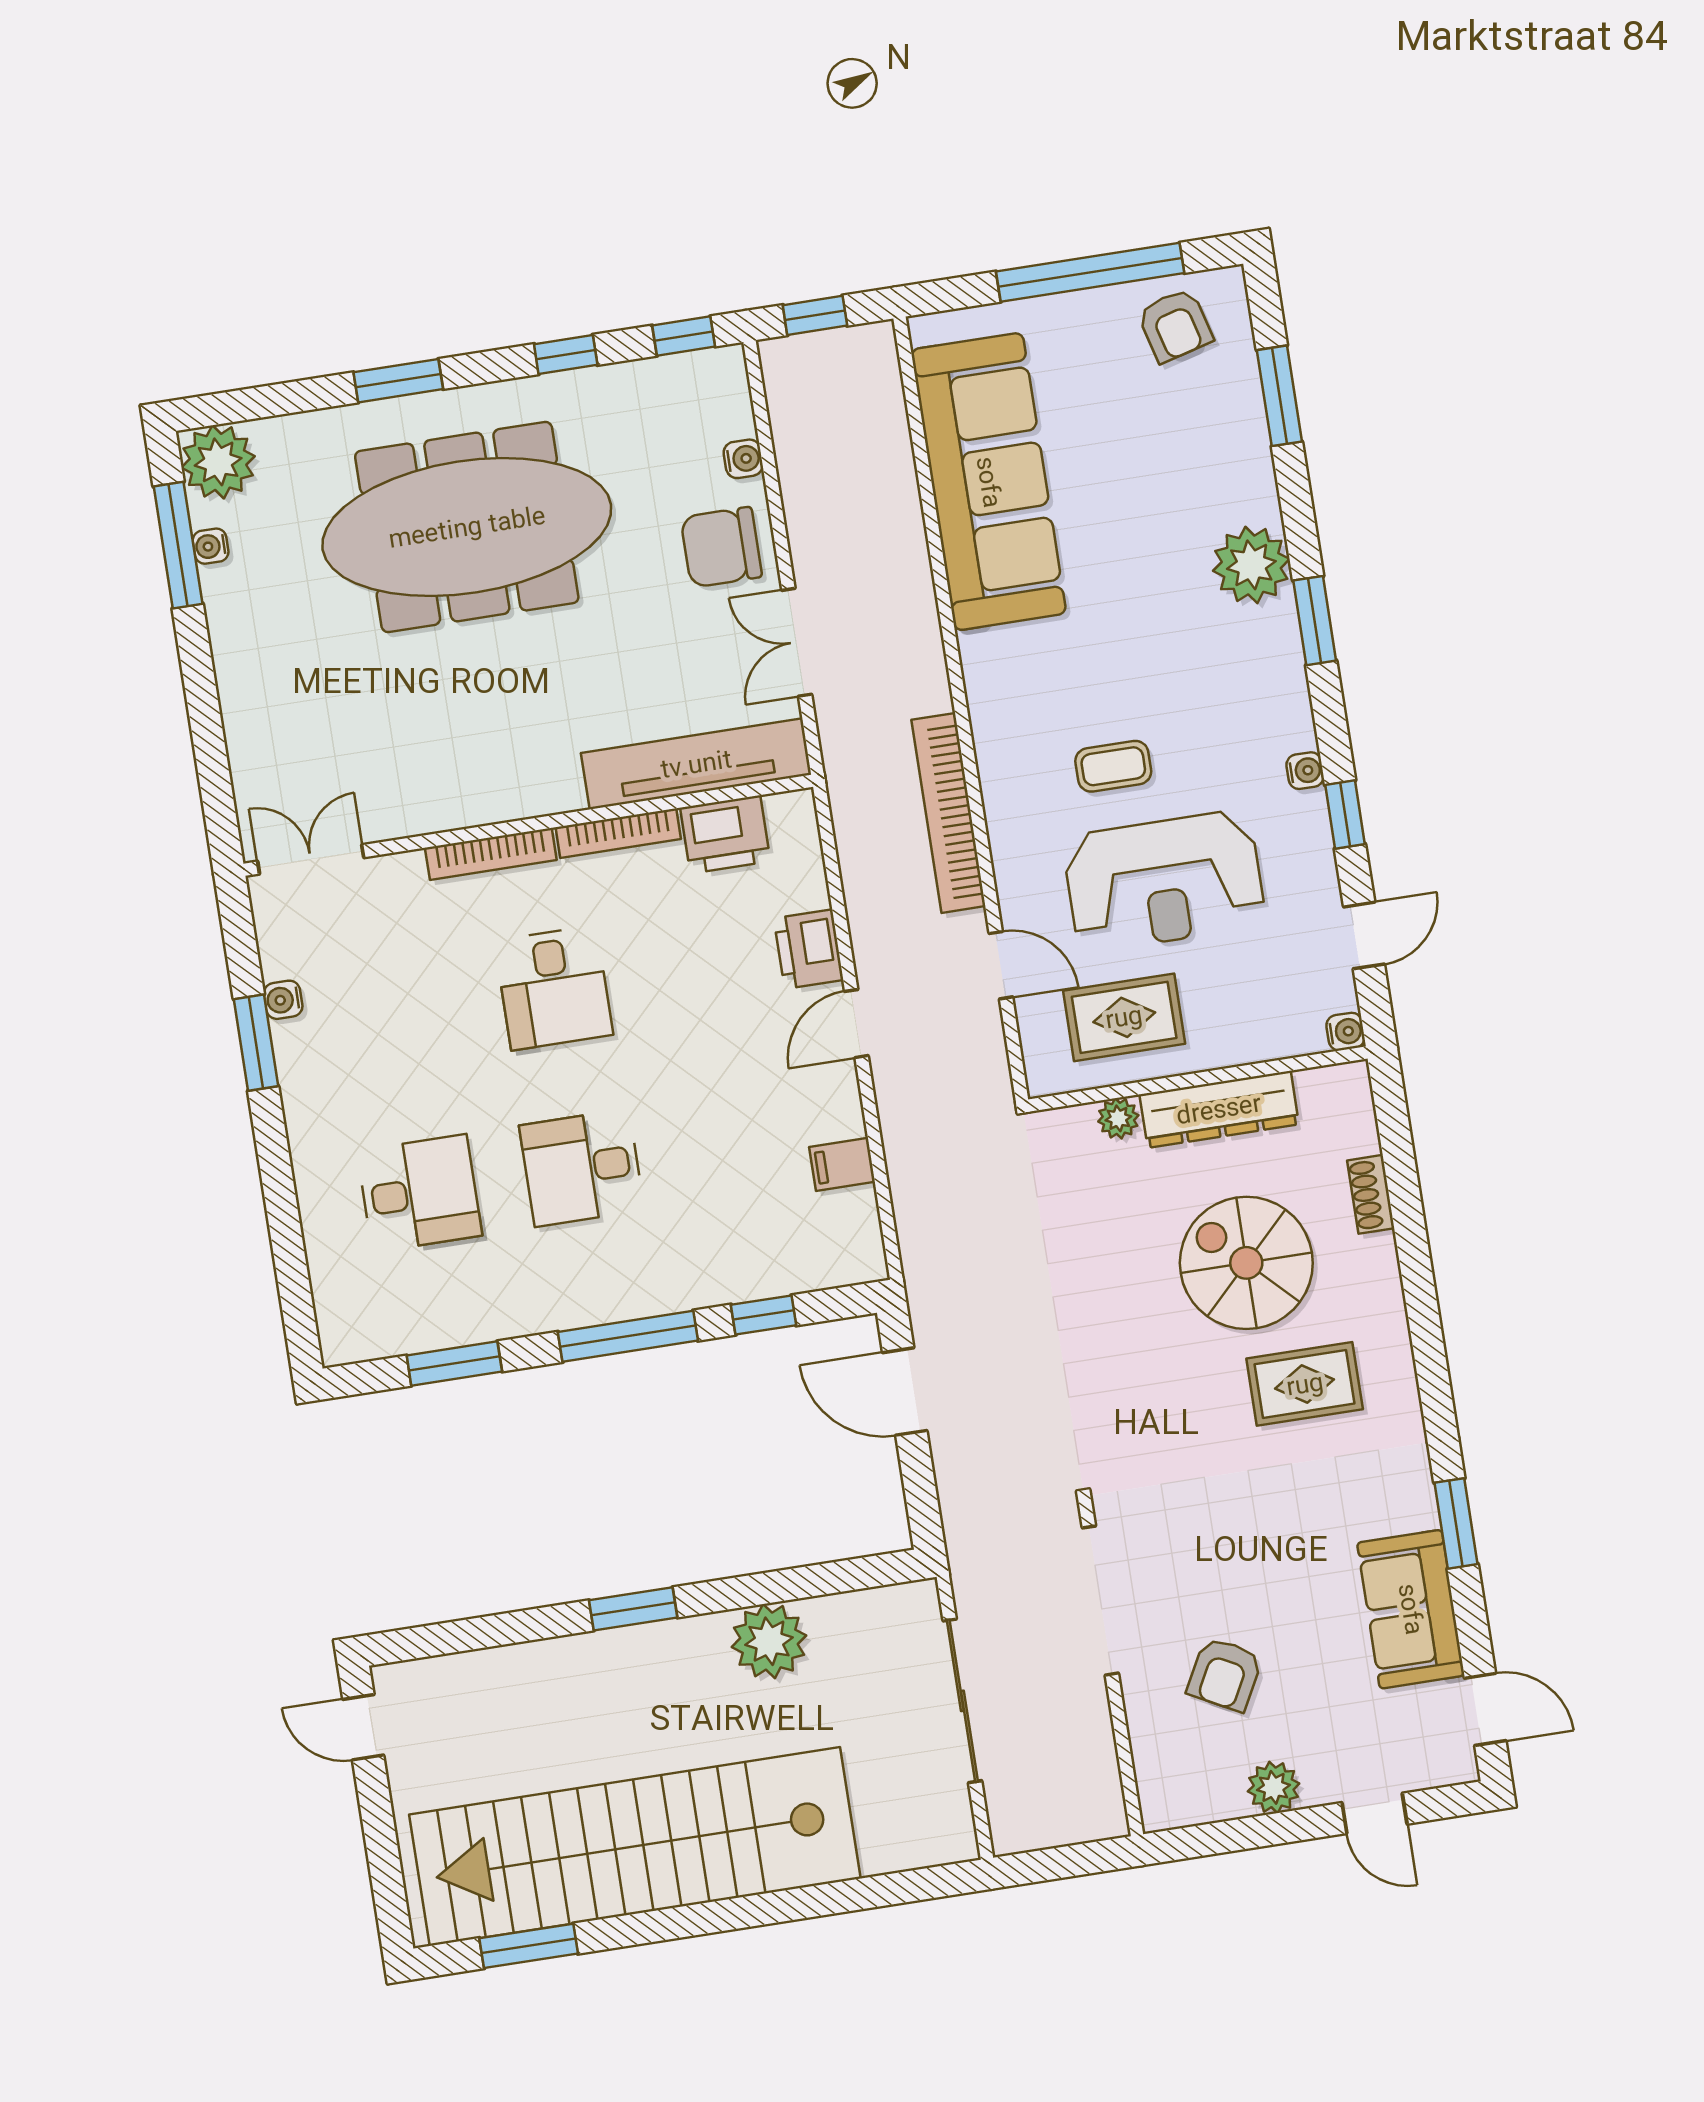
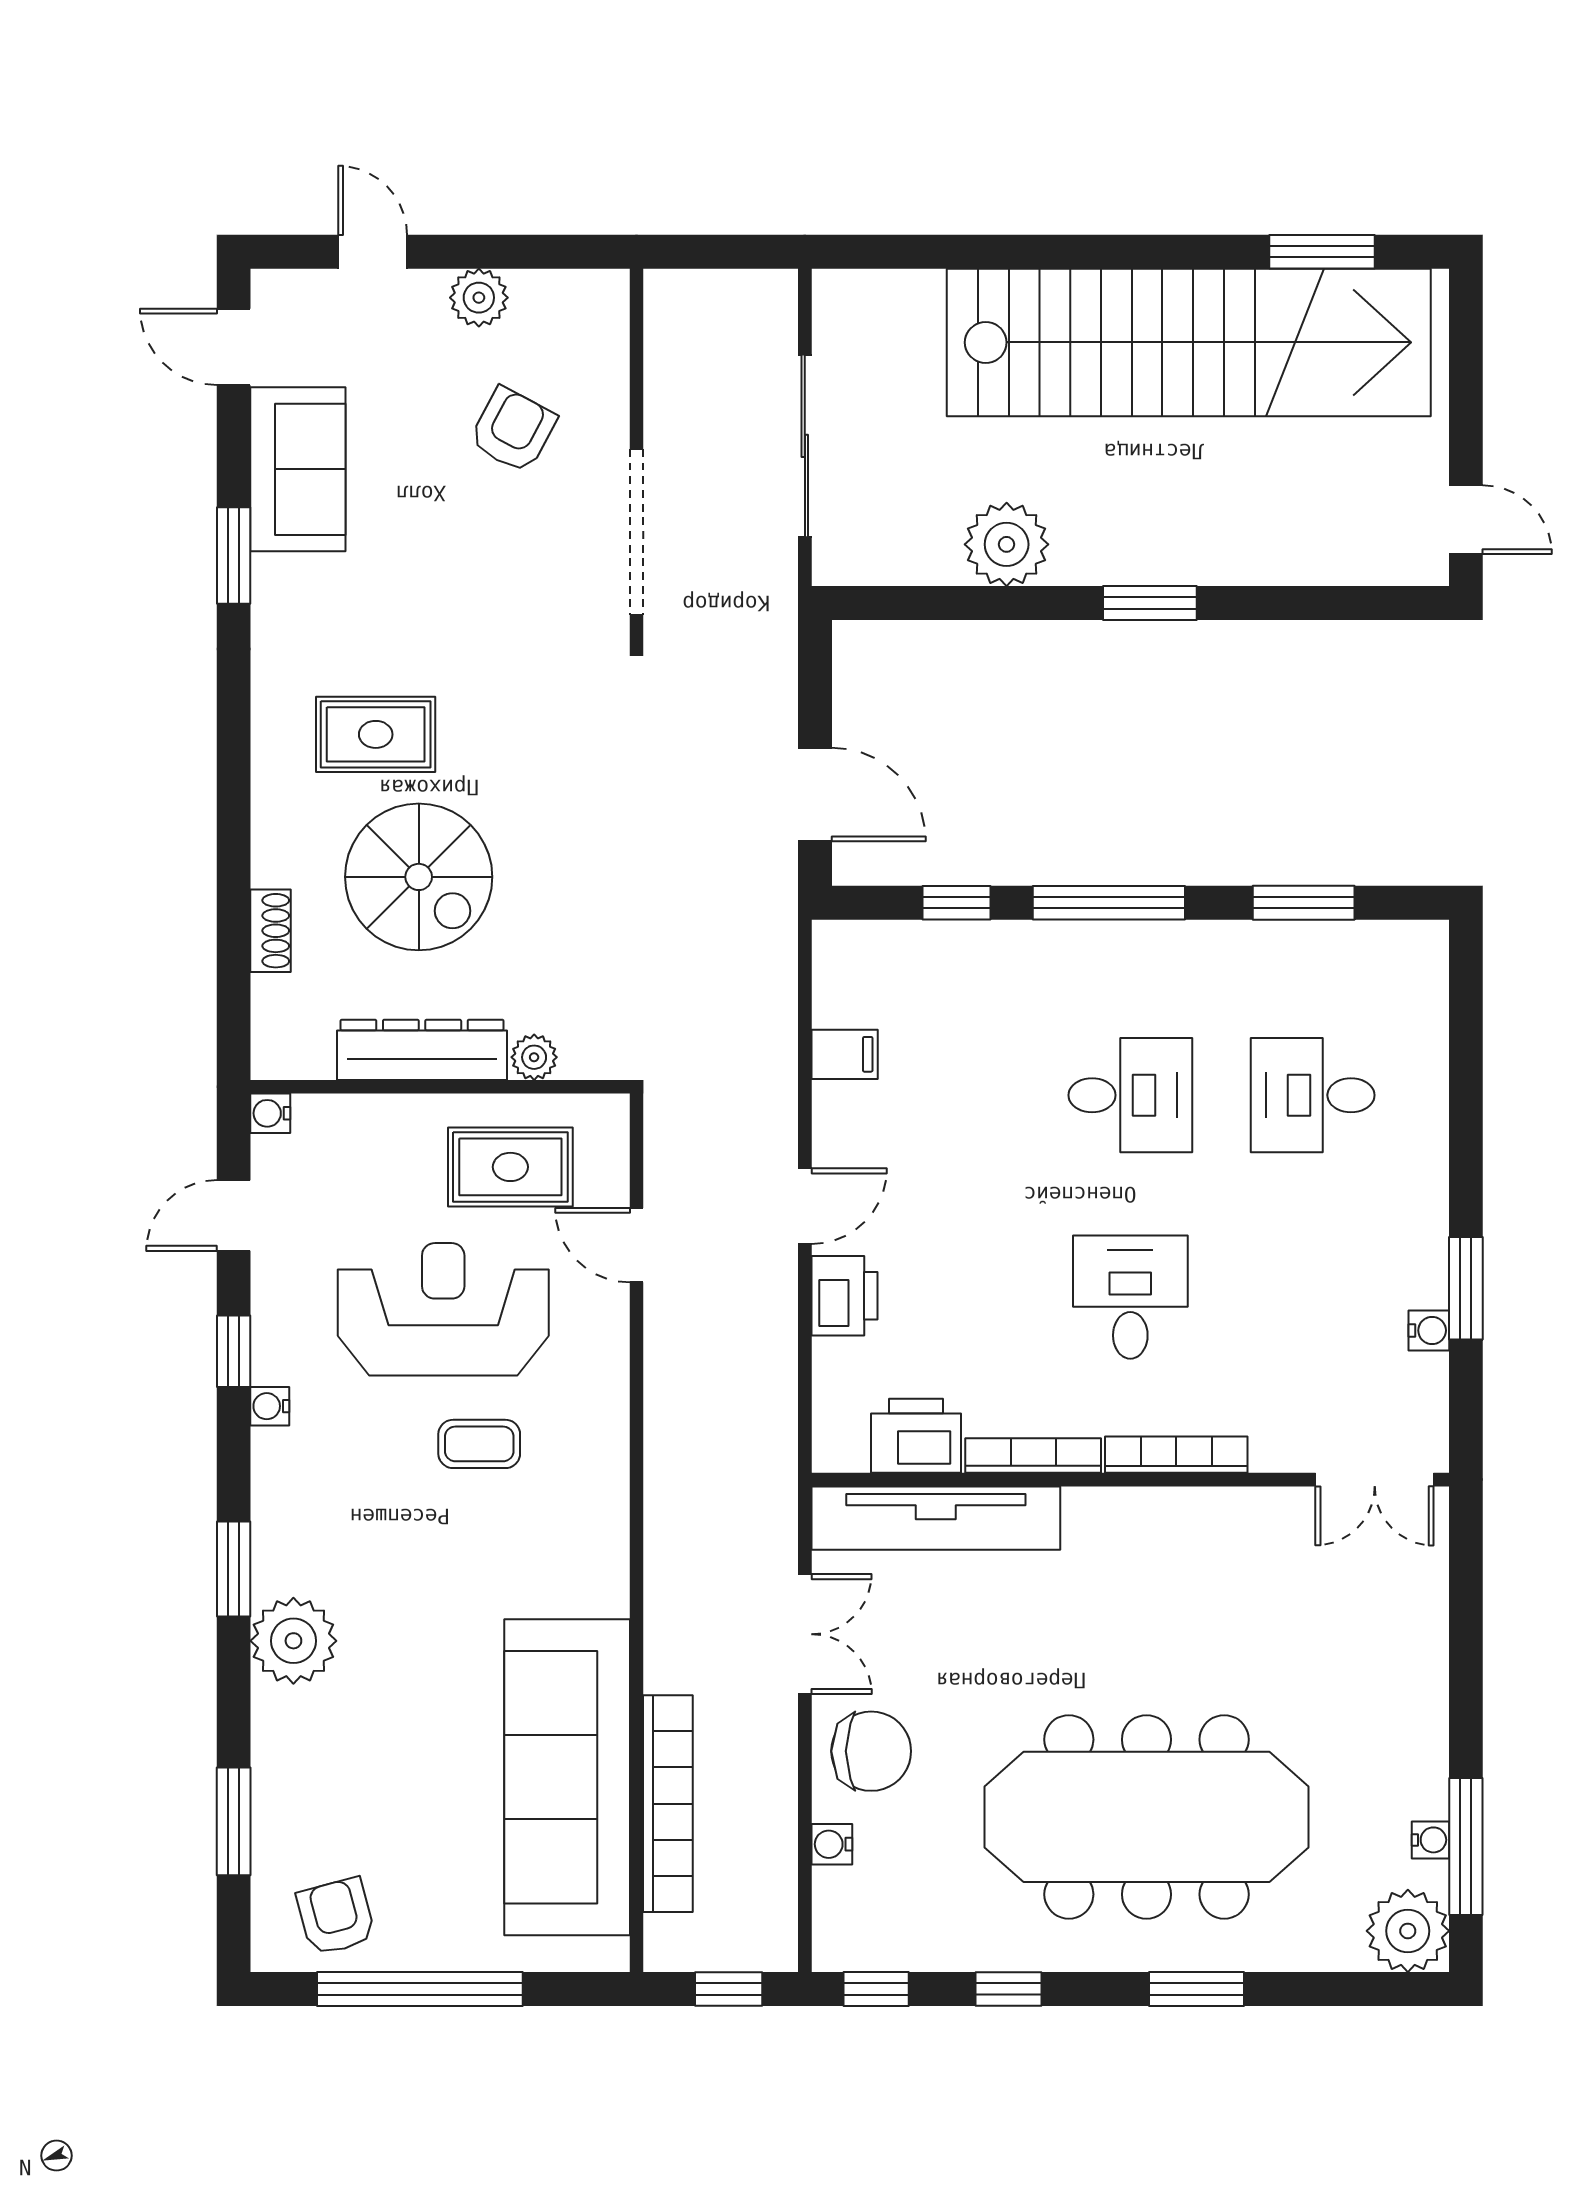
bookcase: (948, 813) -> (668, 1804), moved

